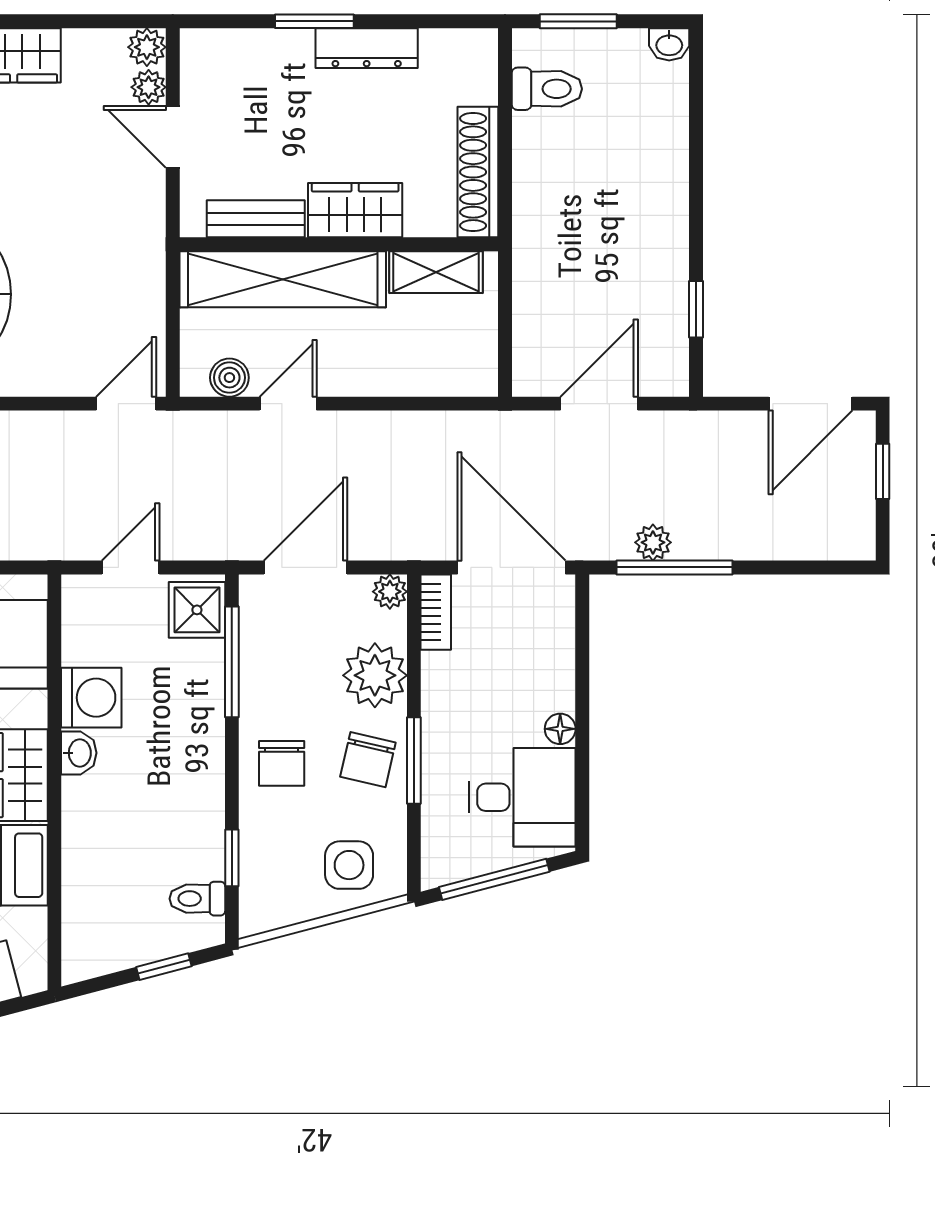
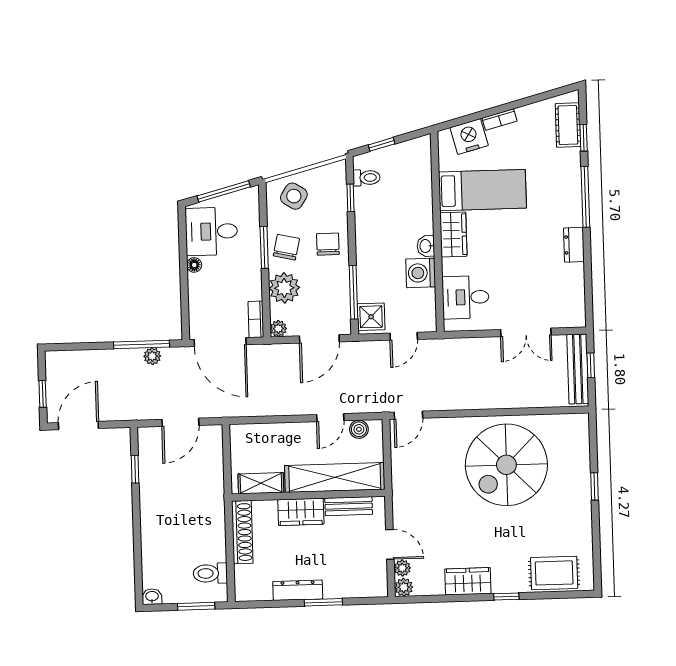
side table: (349, 865) -> (294, 196), turned 33

